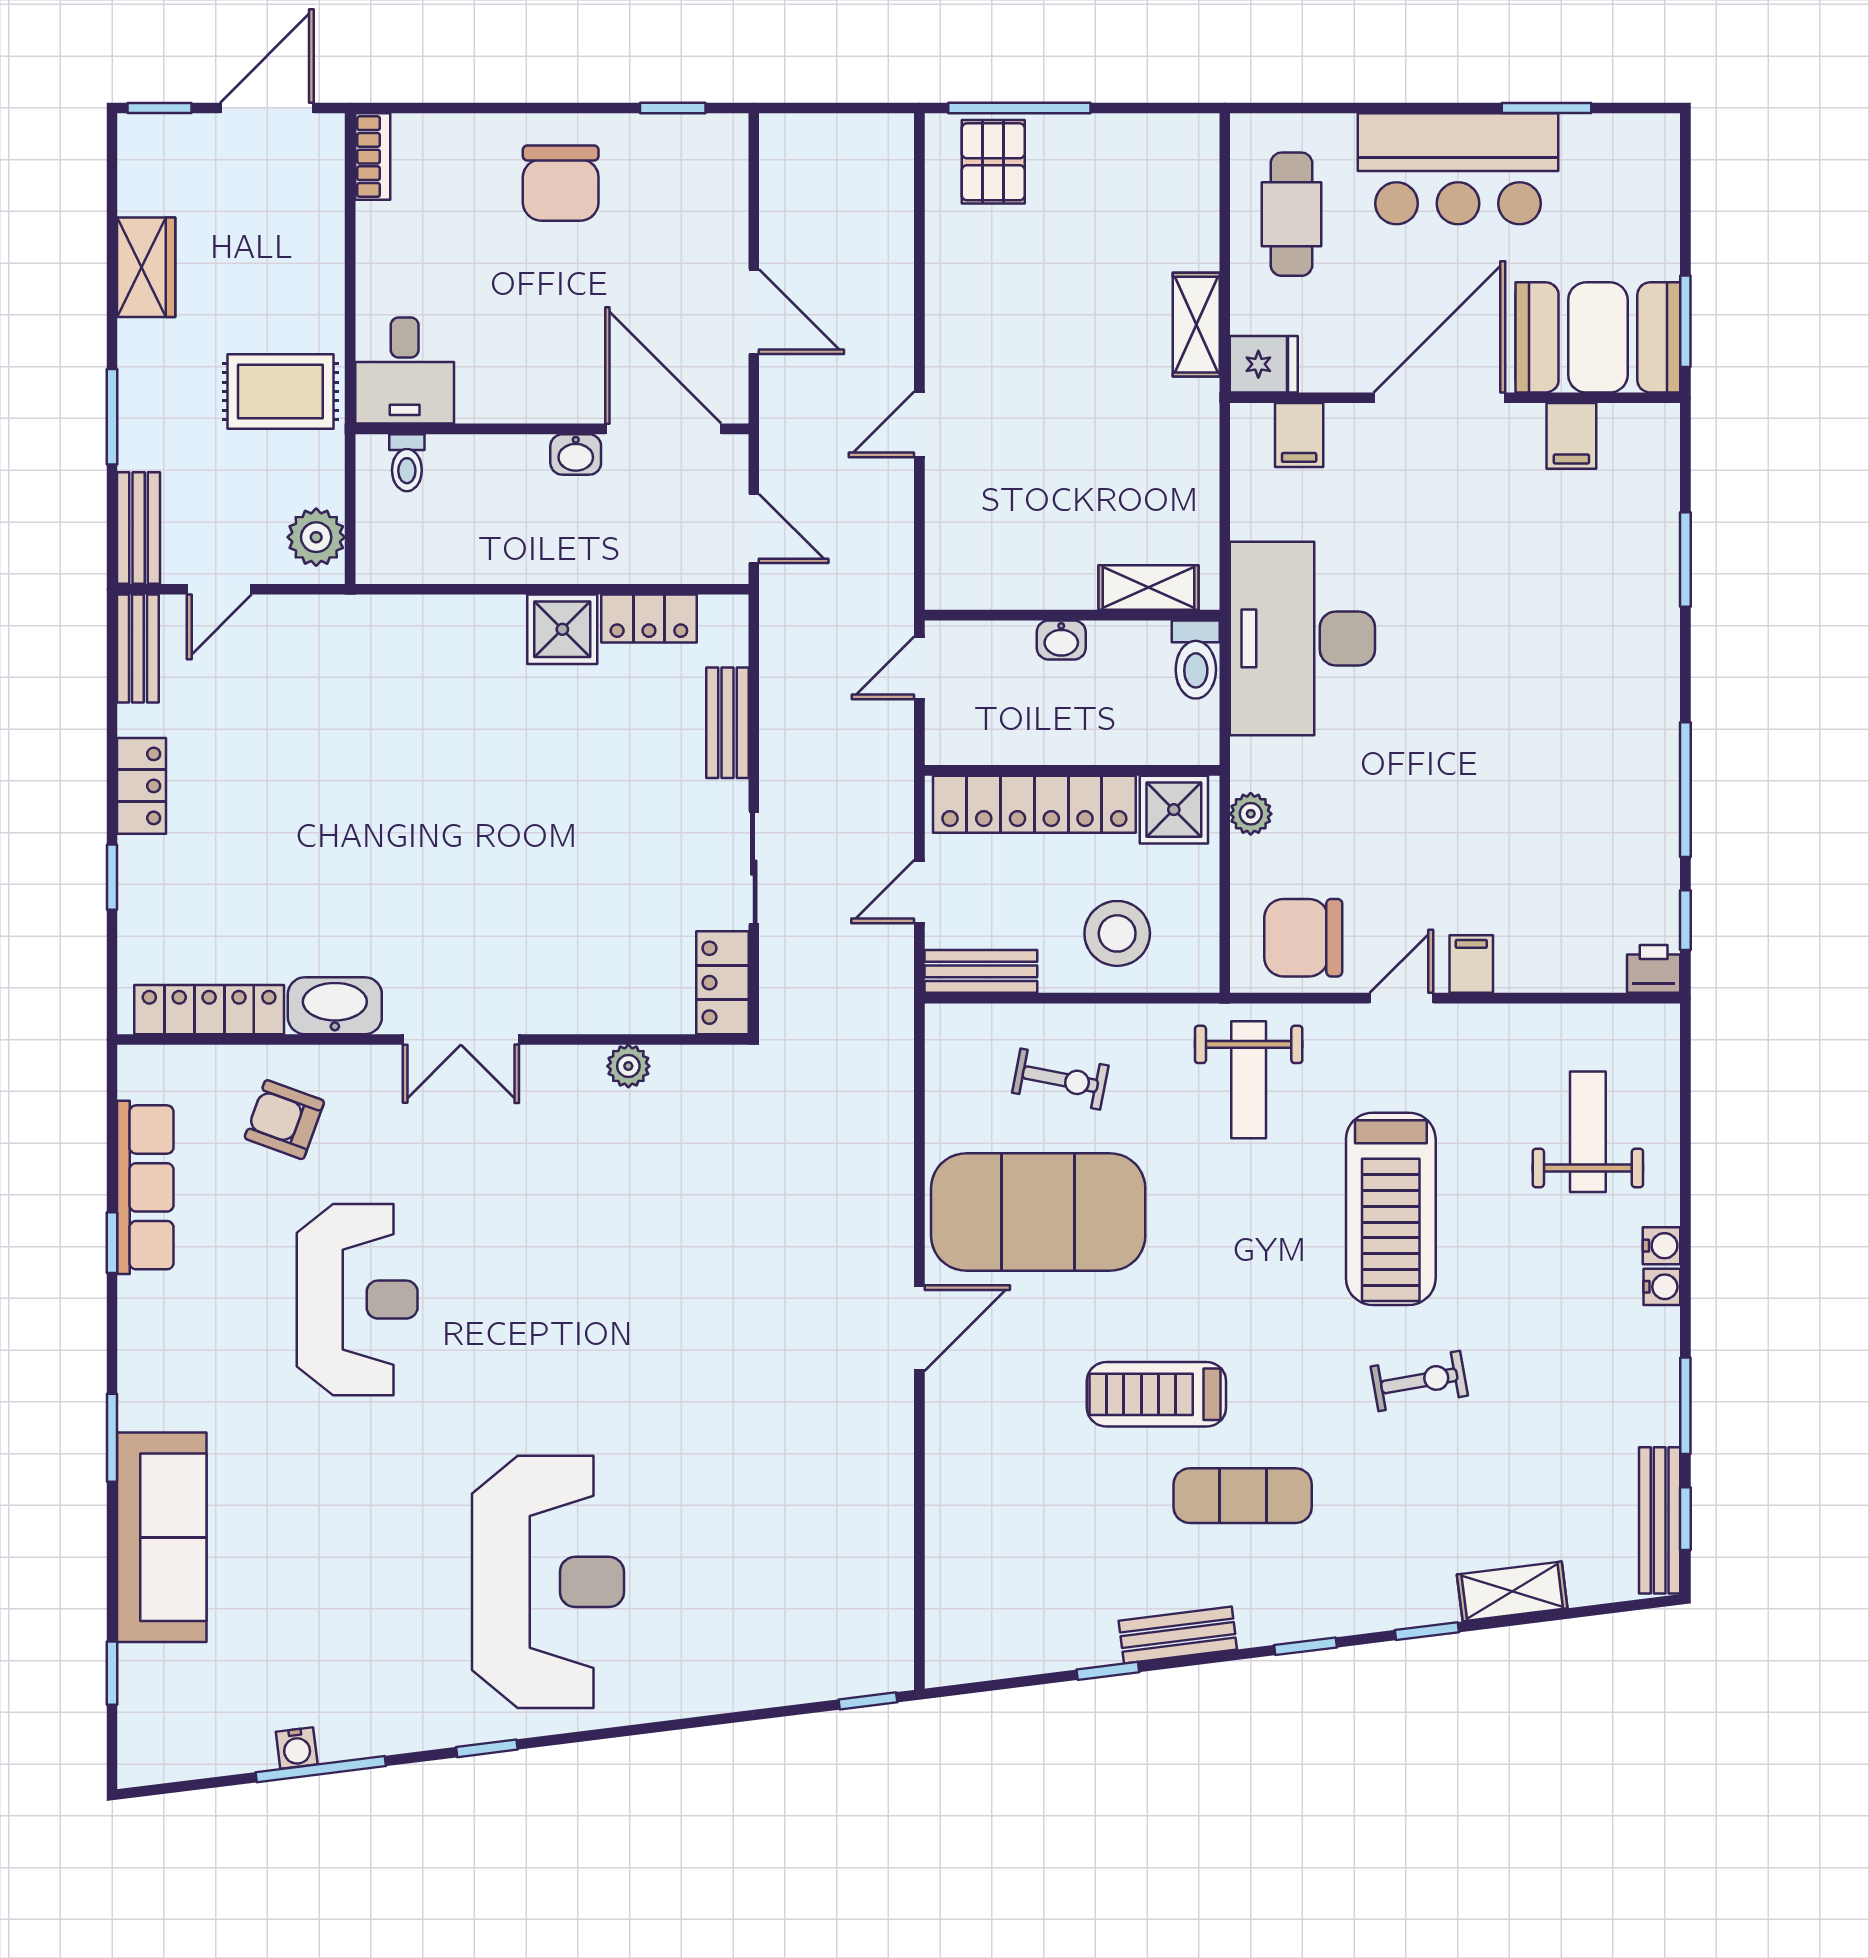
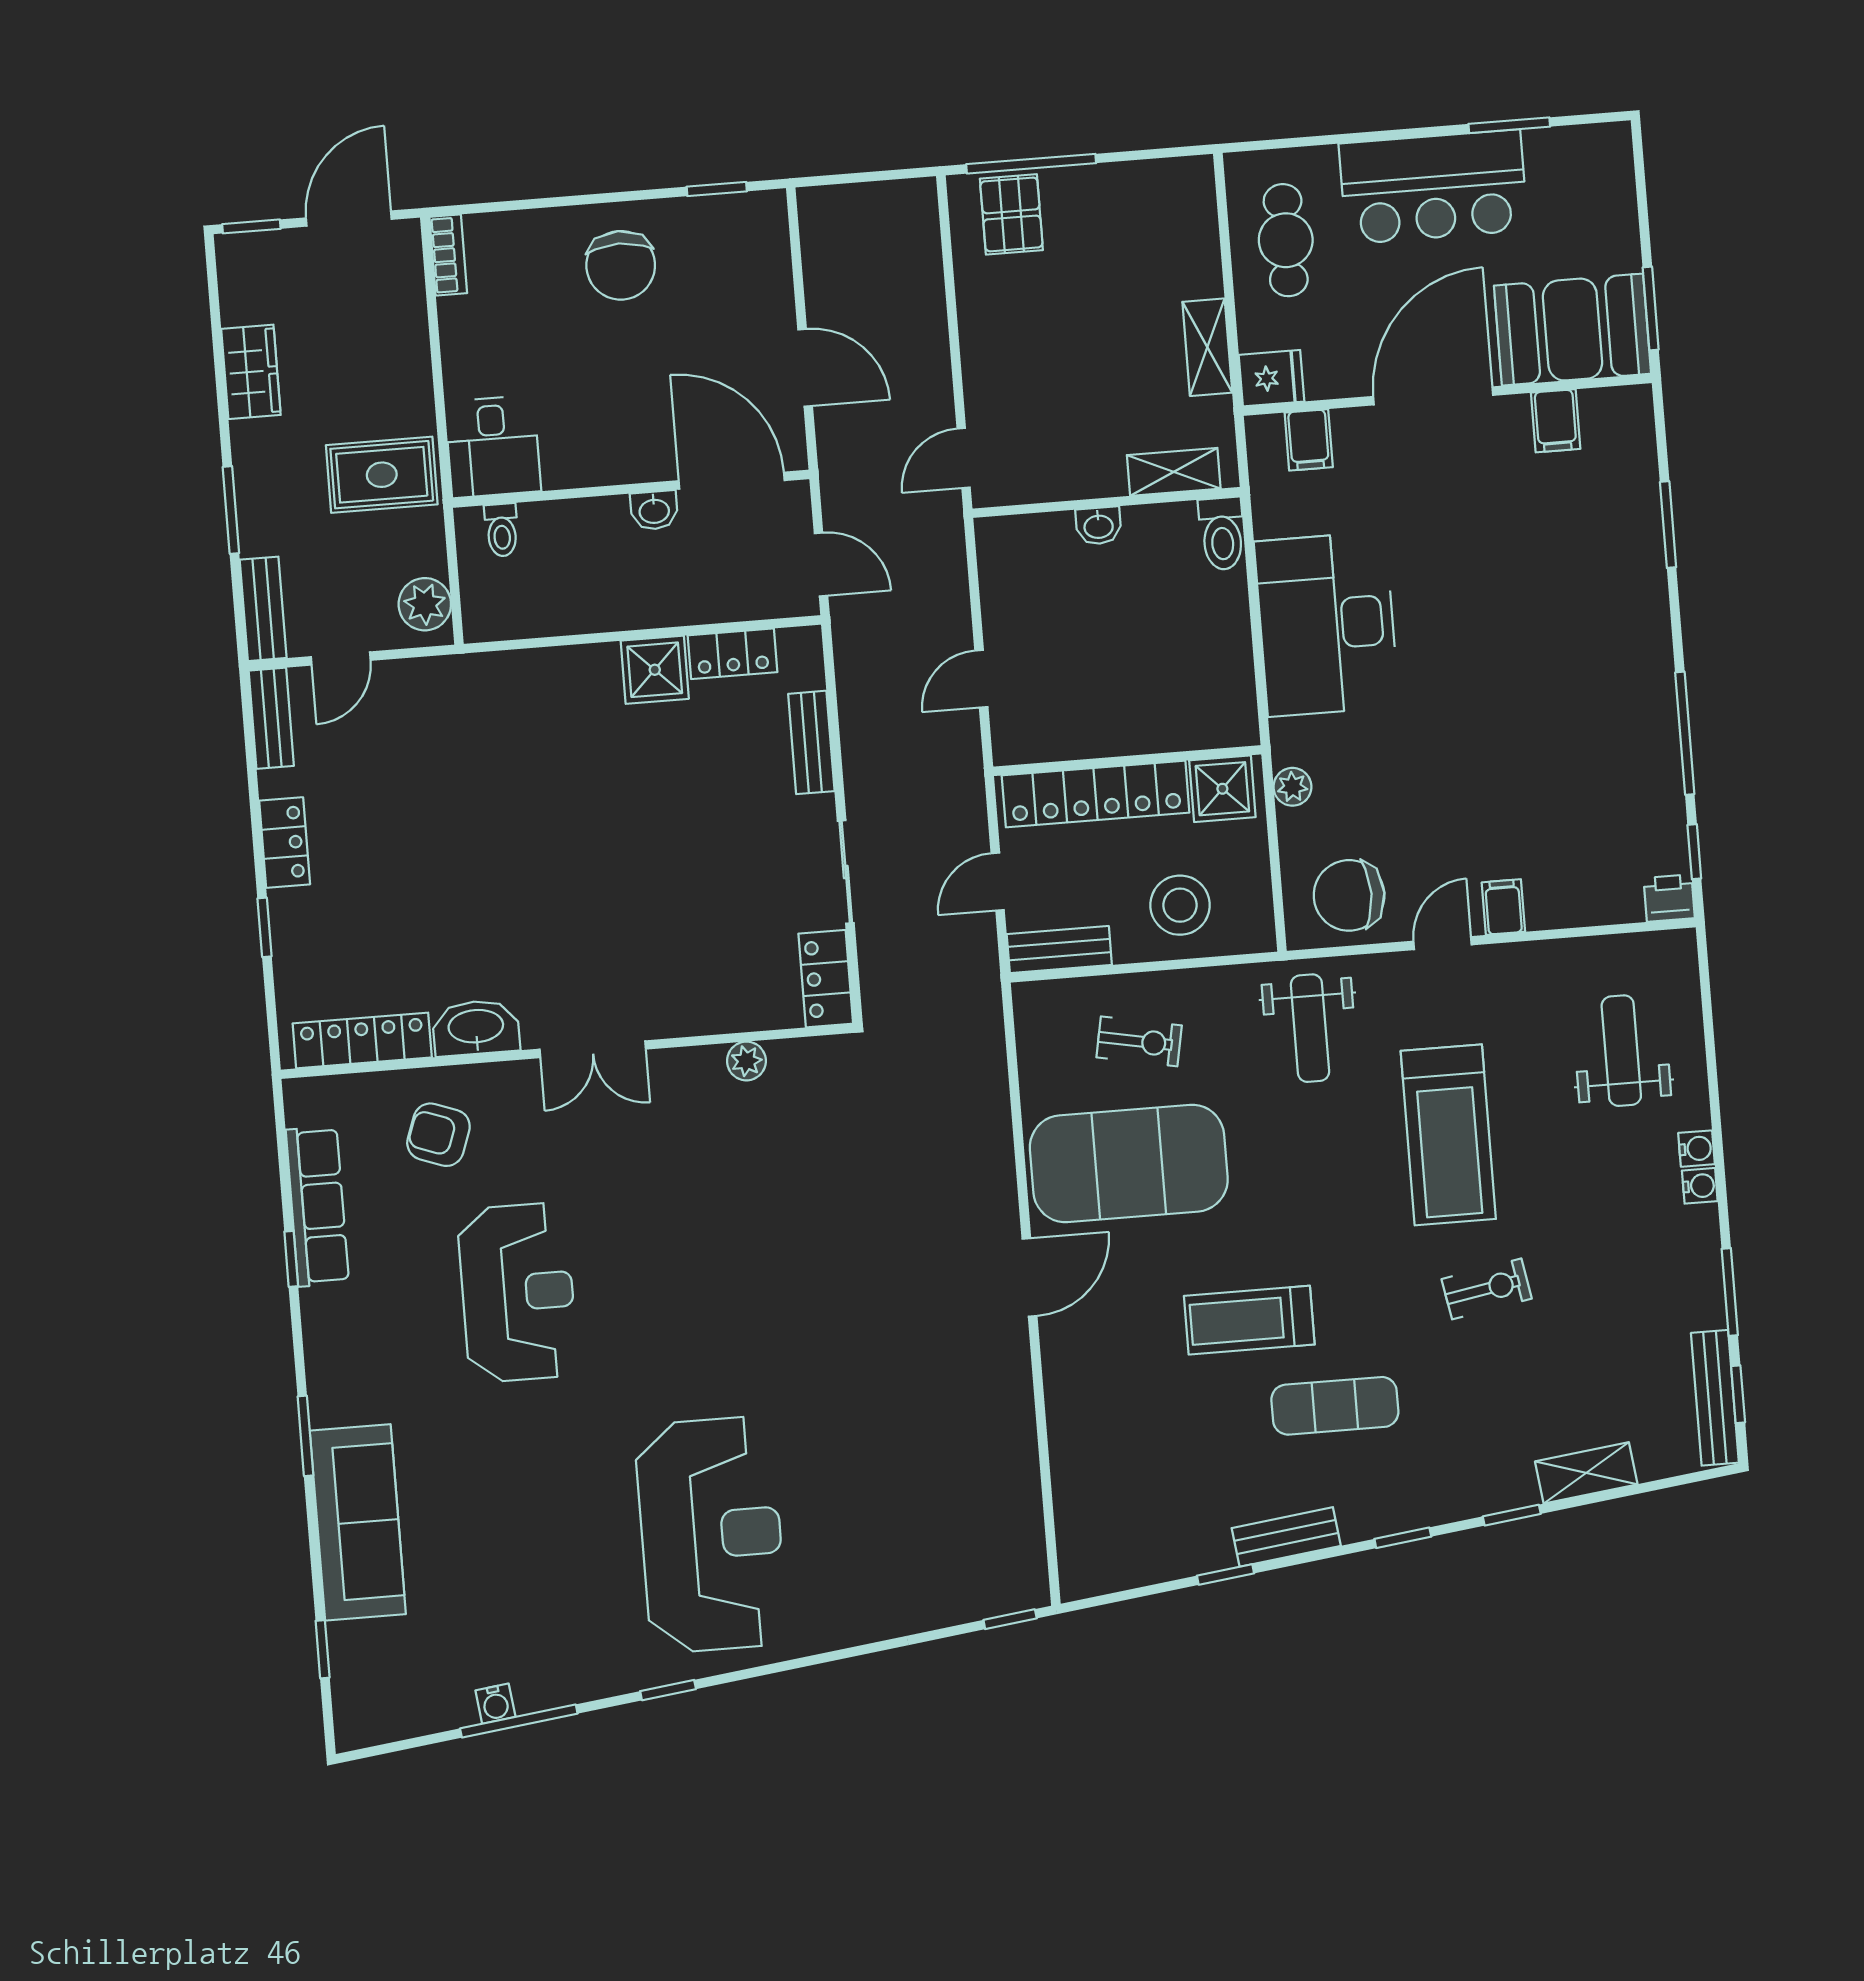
shelving: (1148, 588) -> (1174, 472), moved
wall: (1072, 615) -> (1107, 502), moved
washbasin: (1061, 640) -> (1098, 526), moved
toilet: (1196, 660) -> (1222, 534), moved

